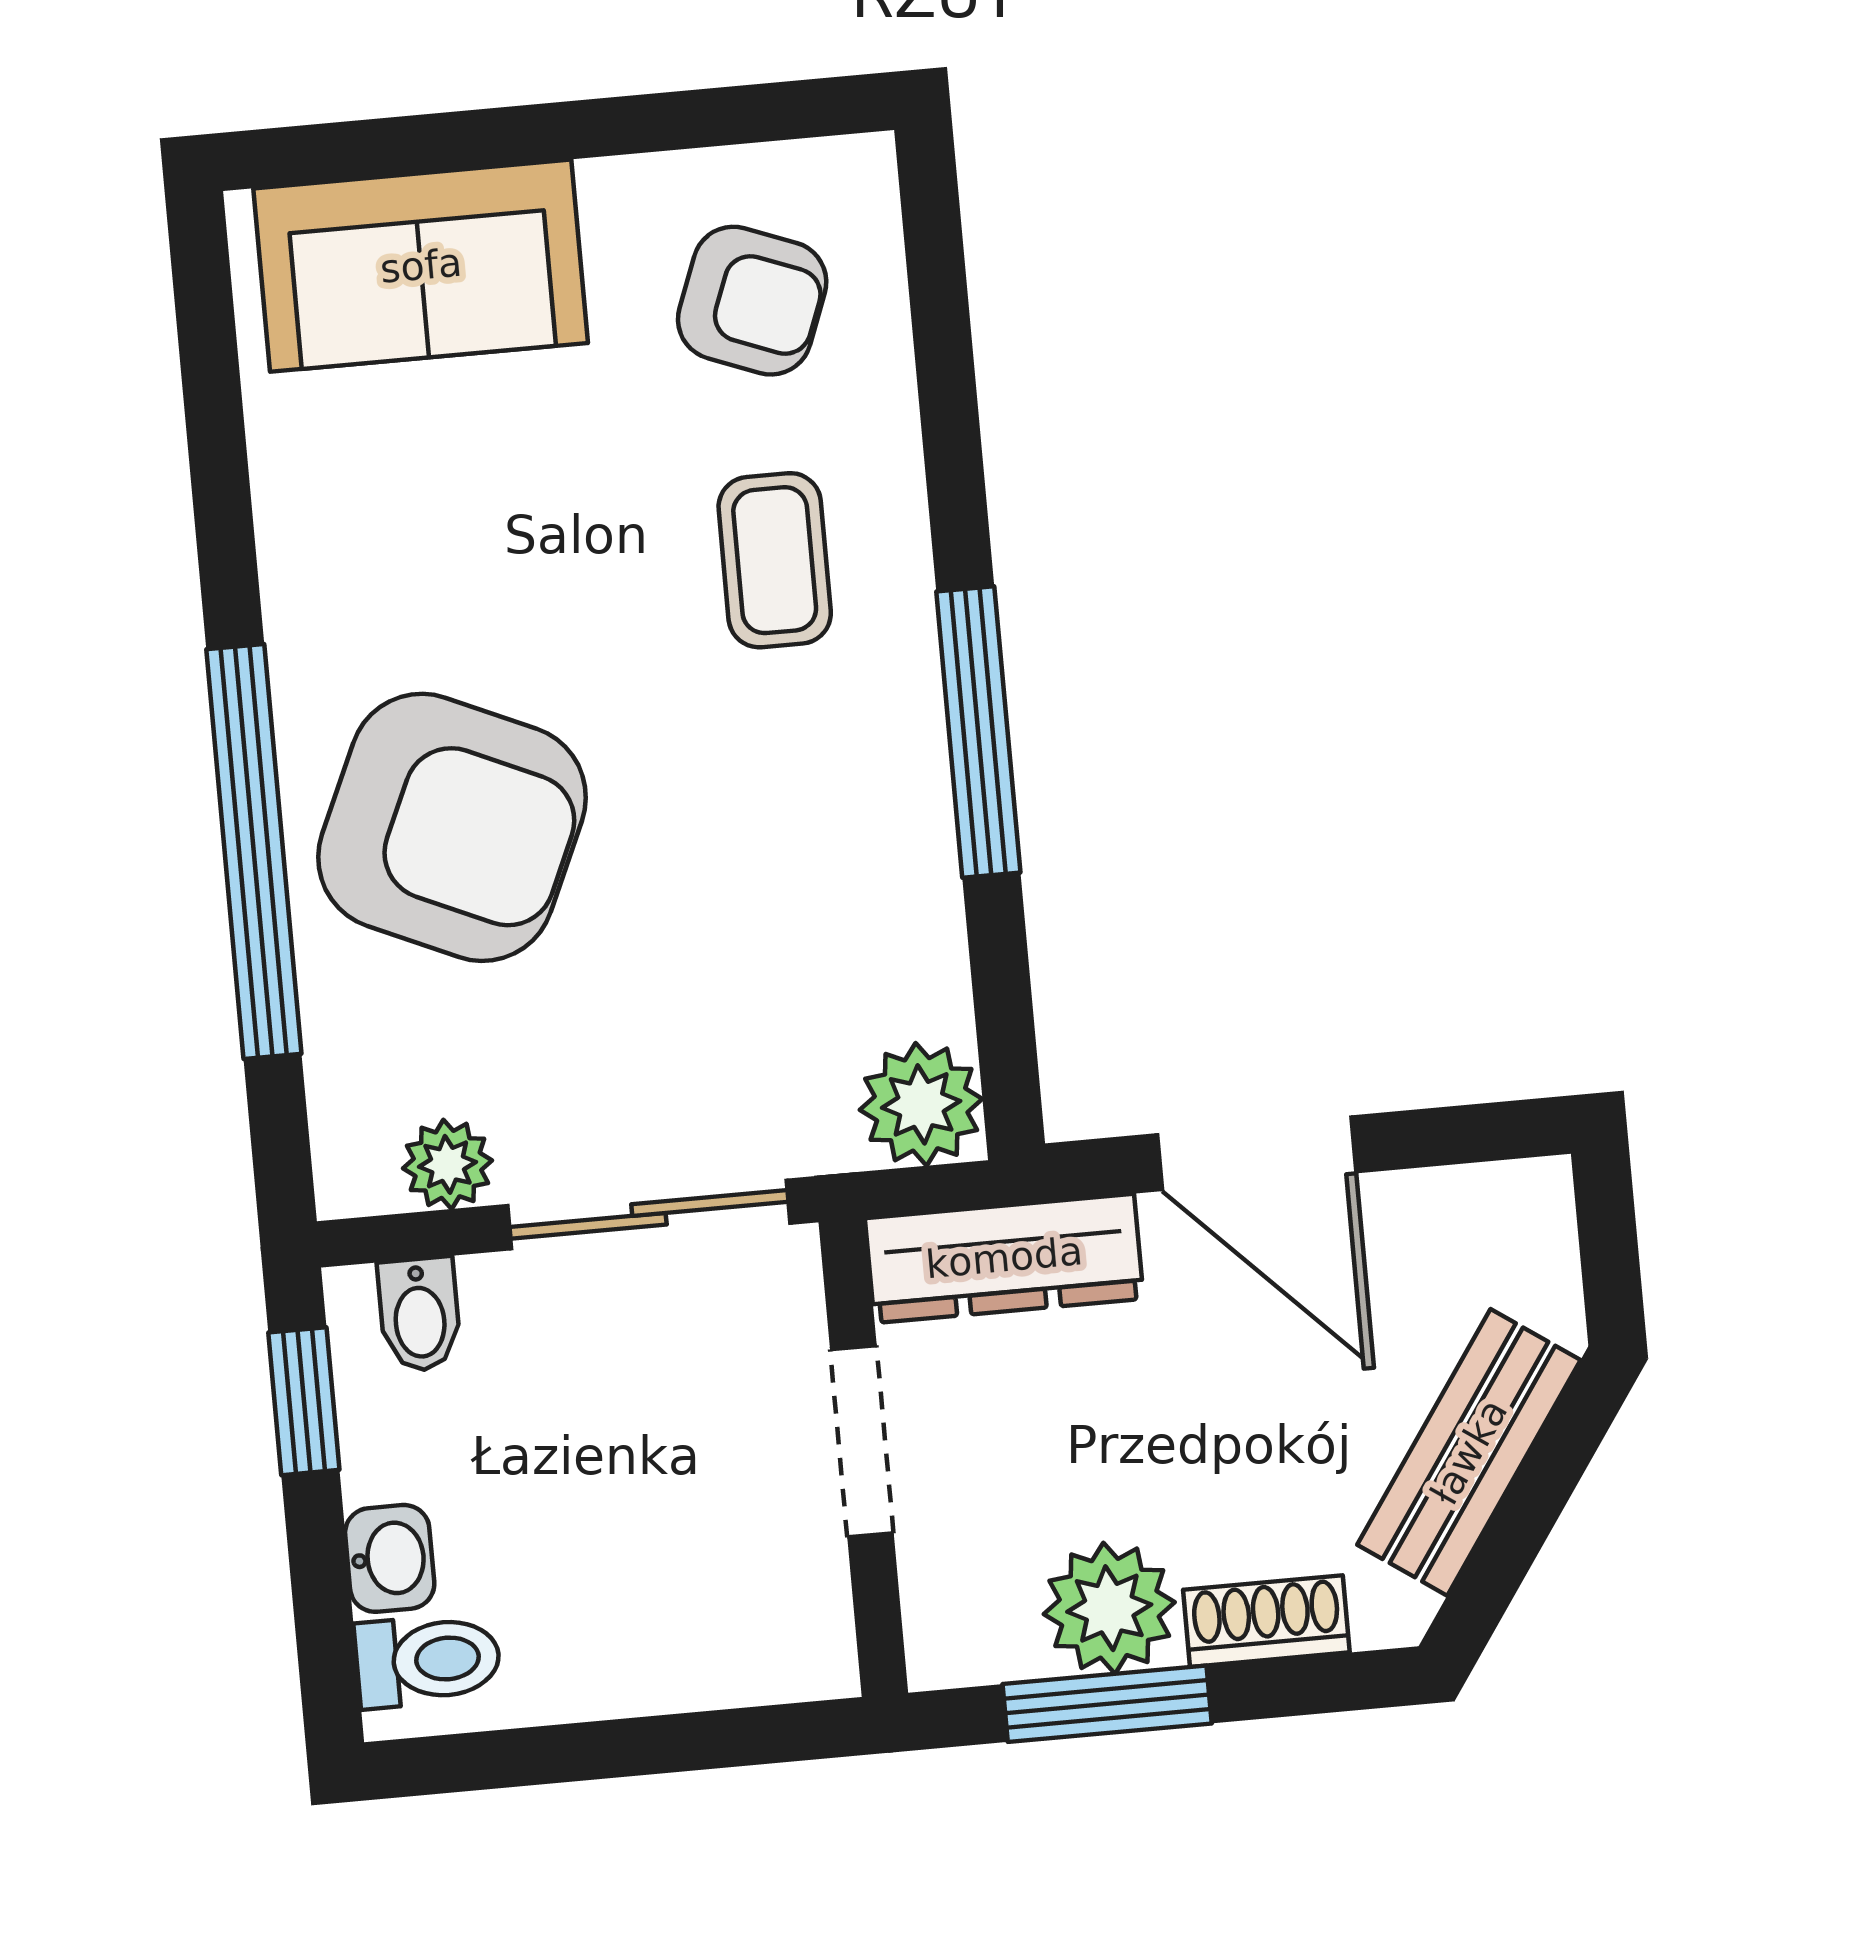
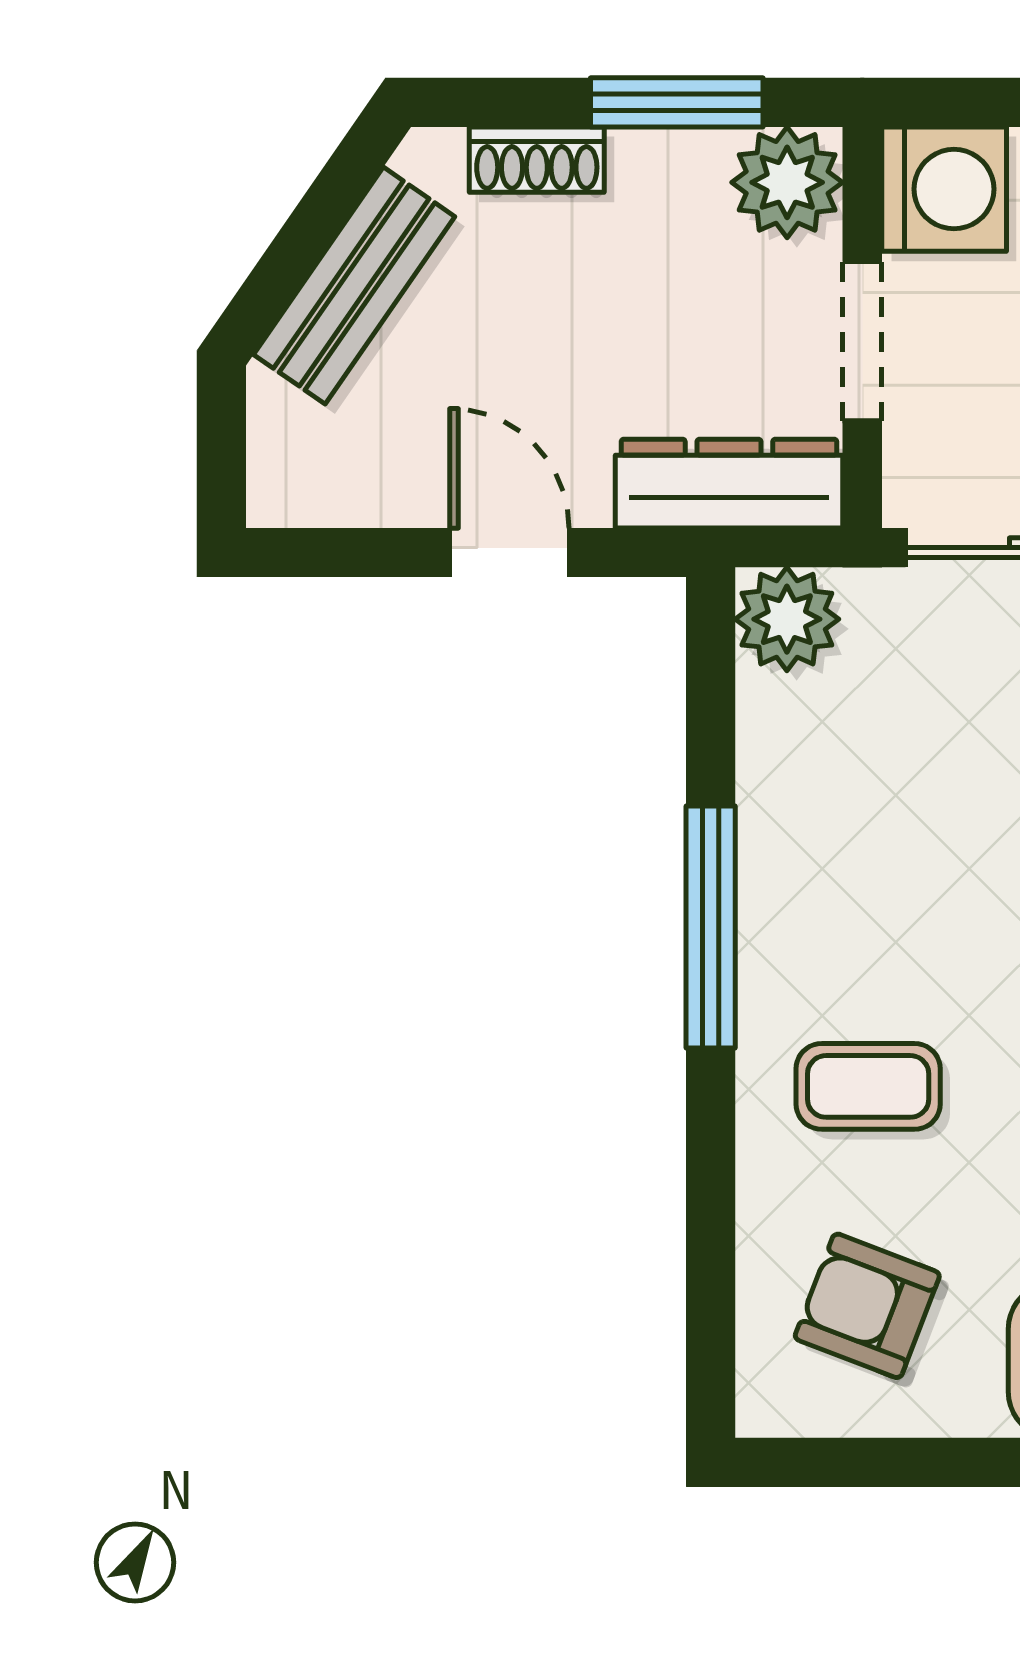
coffee table: (775, 560) -> (868, 1086), turned 90
door: (1257, 1153) -> (509, 552), width x0.73
plant: (1109, 1608) -> (787, 182), moved
washing machine: (782, 1630) -> (944, 189), added

